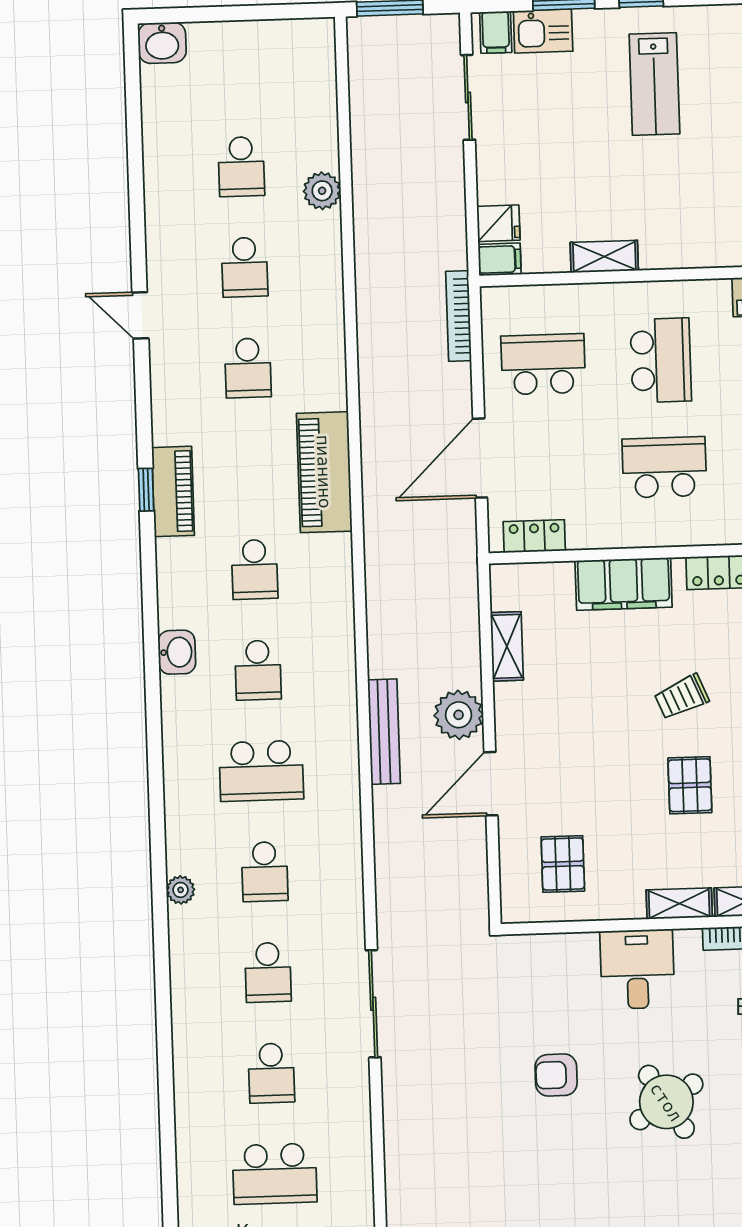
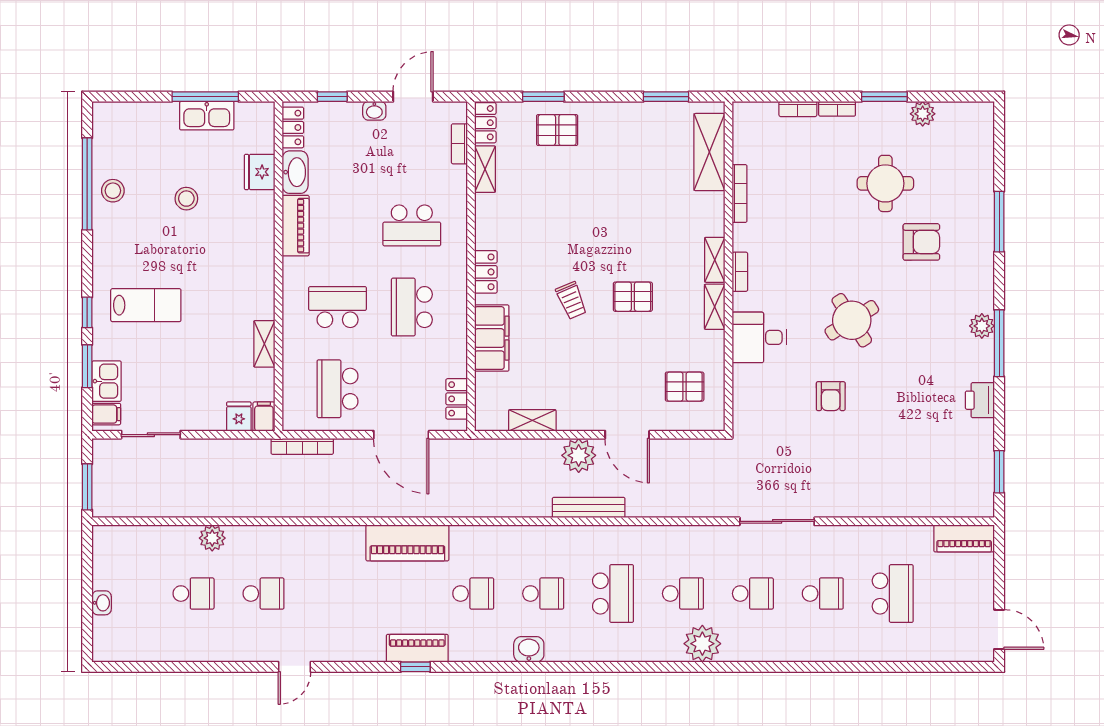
washbasin: (162, 43) -> (102, 603), moved, width x0.72, depth x0.69
school desk: (248, 368) -> (333, 594), removed
plant: (181, 890) -> (702, 644), width x1.87, depth x1.87

